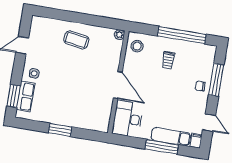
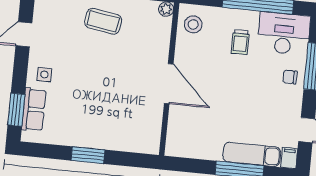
desk: (128, 119) -> (284, 33), moved, turned 90

